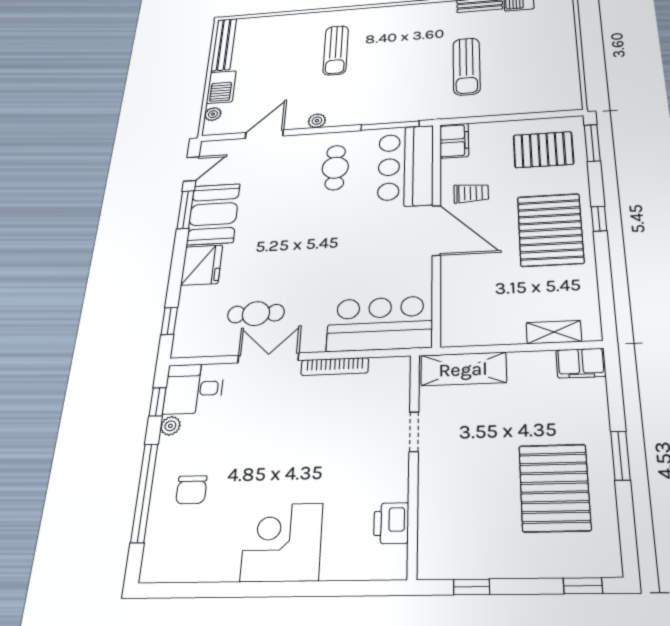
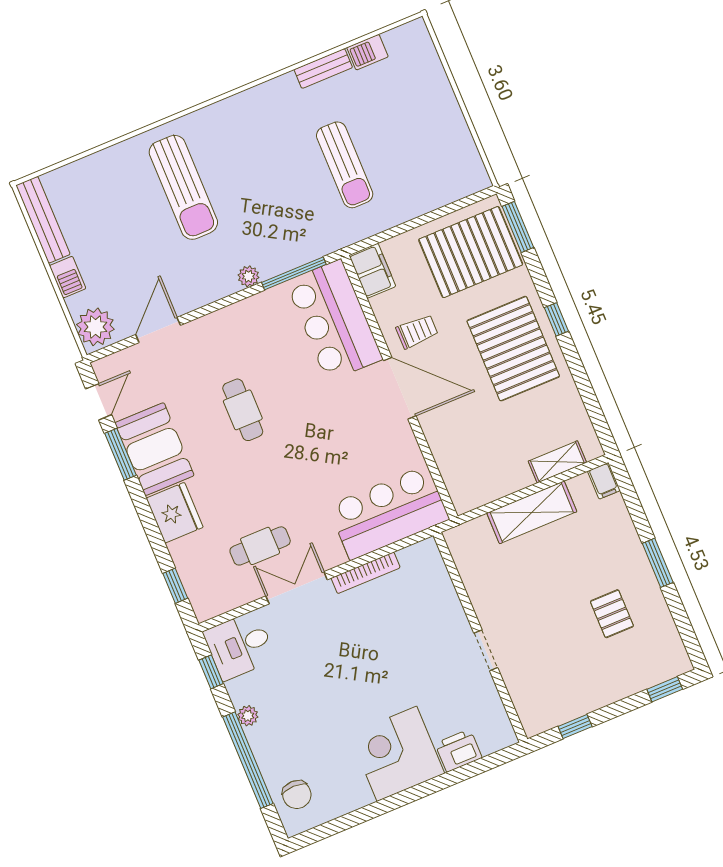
sun lounger: (336, 50) -> (183, 187), width x1.36, depth x1.34
barbecue: (221, 87) -> (68, 277), width x0.73, depth x0.79
plant: (213, 114) -> (95, 327), width x1.87, depth x1.87
plant: (317, 121) -> (249, 276), moved
pallet: (543, 150) -> (471, 252), width x1.37, depth x1.41
cafe table: (335, 168) -> (243, 410), moved
filing cabinet: (581, 363) -> (604, 481), width x0.50
shelving: (463, 369) -> (532, 512), moved
plant: (170, 426) -> (248, 716), moved
doorway: (414, 432) -> (486, 650), moved
pallet: (554, 488) -> (612, 614), width x0.49, depth x0.50
chair: (191, 490) -> (297, 795), moved
printer: (391, 523) -> (458, 751), moved, turned 90

